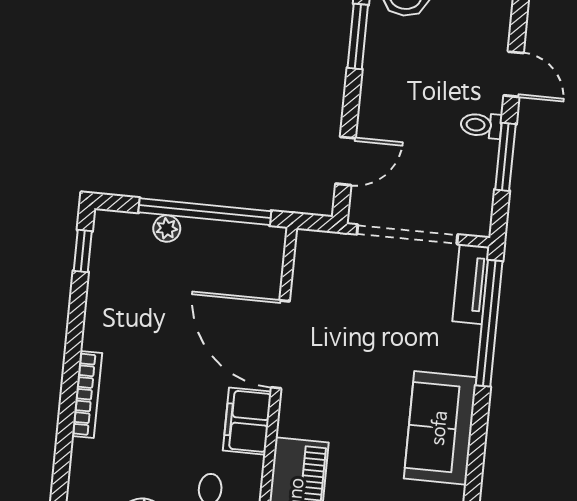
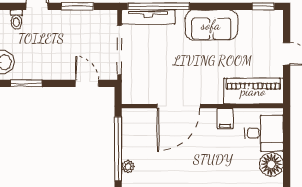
toilet: (481, 125) -> (16, 20), moved
tv unit: (471, 284) -> (148, 17), width x1.41
filing cabinet: (247, 421) -> (225, 118), width x0.50

